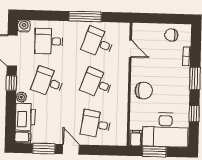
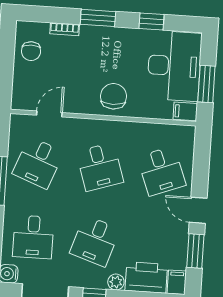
desk: (97, 83) -> (100, 167), turned -39
desk: (96, 124) -> (162, 171), turned -30
door: (71, 149) -> (198, 210), hinge flipped

